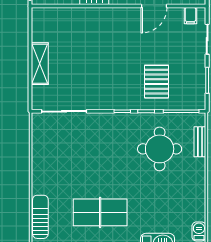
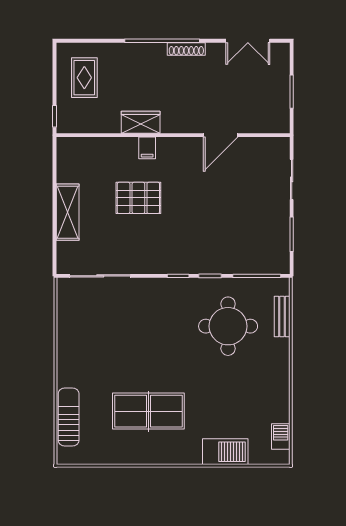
filing cabinet: (190, 16) -> (147, 148), moved
pallet: (157, 82) -> (138, 198), moved, turned 90

